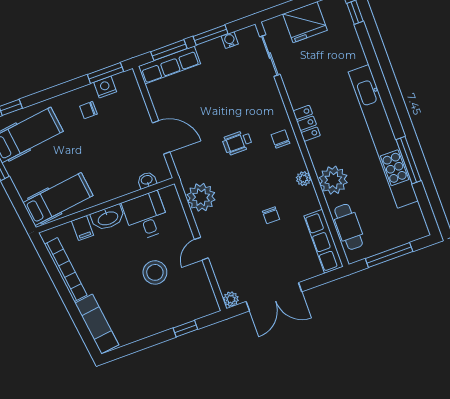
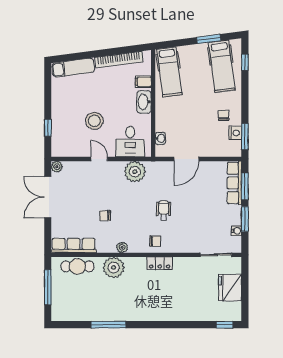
kitchen unit: (383, 136) -> (131, 313), removed
desk: (146, 216) -> (130, 142), moved, turned 90

